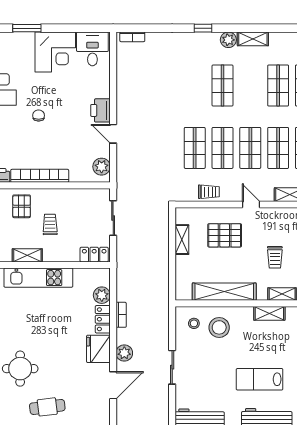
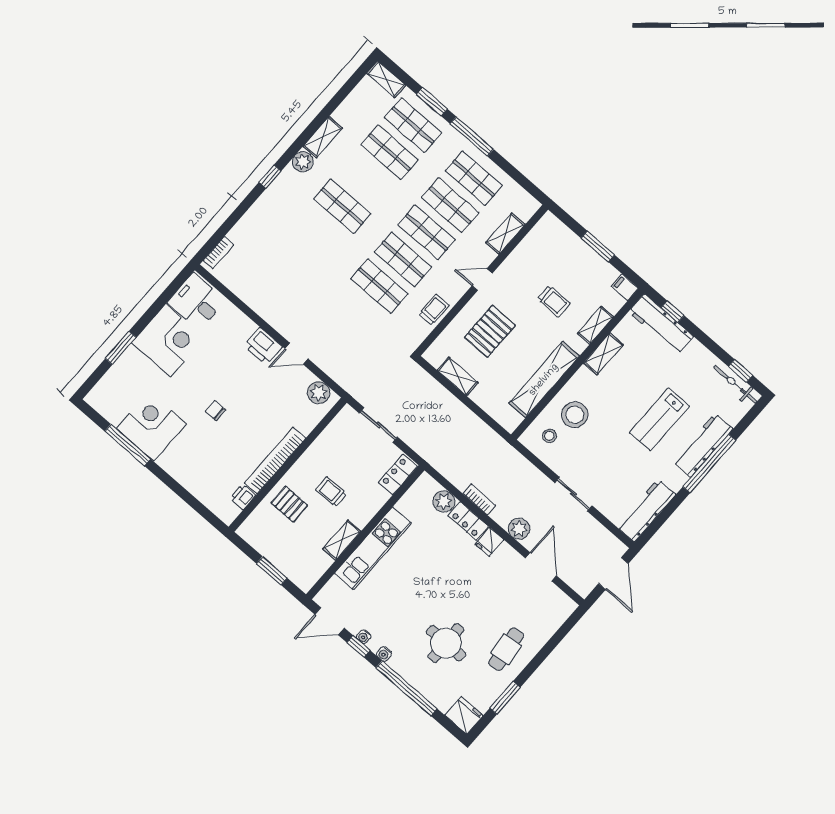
fridge: (98, 349) -> (489, 542), width x0.53, depth x0.75

